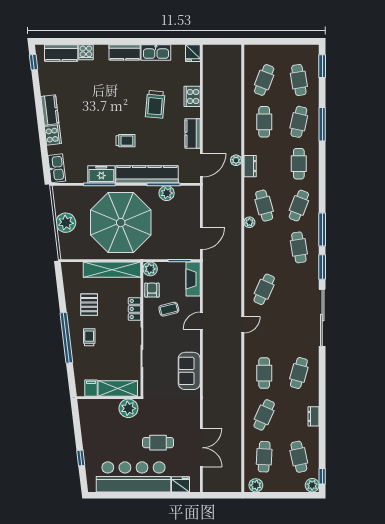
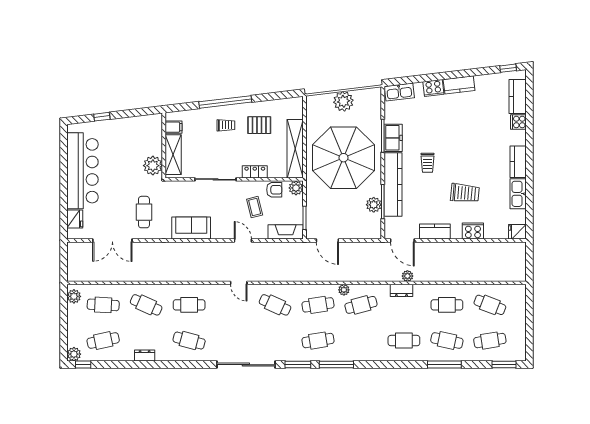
trolley: (155, 104) -> (465, 193), turned 180
cafe table: (299, 206) -> (318, 305), moved, turned -30
cafe table: (158, 443) -> (144, 212), moved

